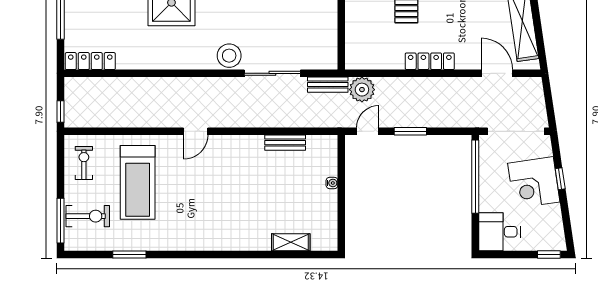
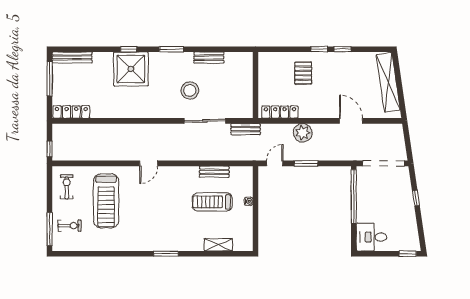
stool: (229, 56) -> (190, 90), moved
locker: (430, 61) -> (280, 112), moved
door: (497, 73) -> (351, 121), moved
plant: (362, 90) -> (303, 133), moved
corner desk: (534, 183) -> (397, 201), removed
treadmill: (282, 184) -> (212, 202), added
exercise bike: (88, 216) -> (70, 226), width x0.73, depth x0.72
window: (129, 254) -> (166, 254), moved

